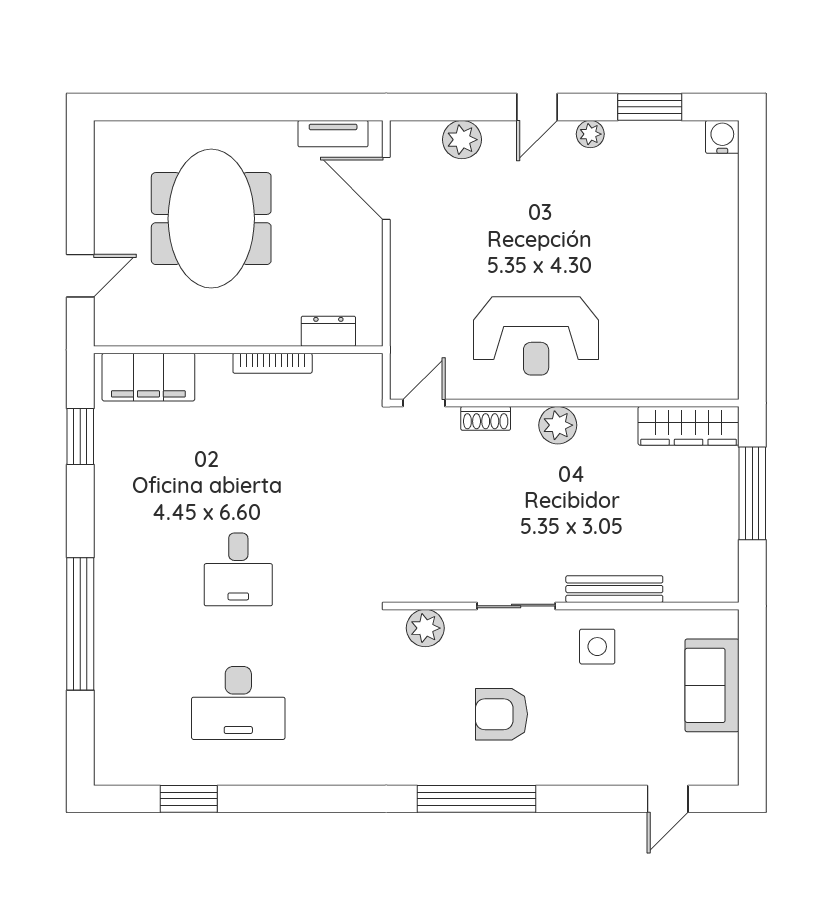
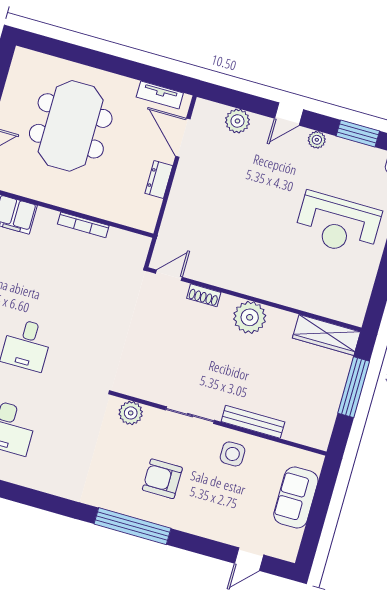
dresser: (328, 331) -> (159, 180), moved, turned -90
reception desk: (536, 336) -> (338, 224), moved
plant: (558, 425) -> (250, 317), width x1.36, depth x1.36

